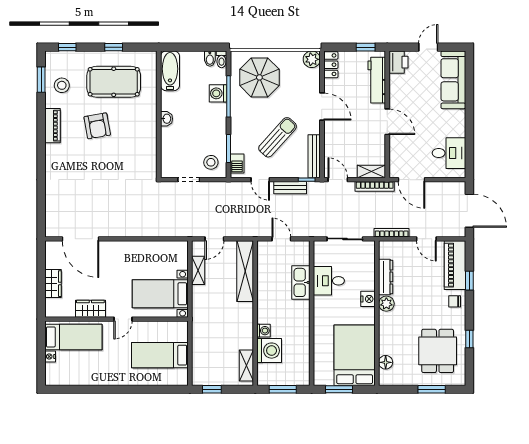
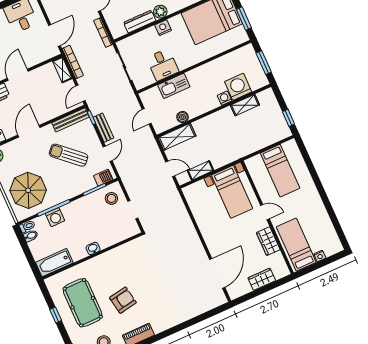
shelving: (245, 271) -> (177, 137), width x0.68
boiler: (264, 277) -> (183, 117), added
shelving: (246, 365) -> (245, 105), moved

